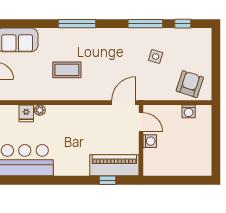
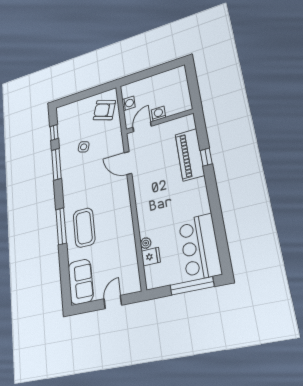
coffee table: (67, 70) -> (84, 228), moved, width x1.36, depth x1.32
door: (141, 122) -> (142, 127), moved
wall: (141, 140) -> (159, 122), moved
washing machine: (150, 141) -> (158, 114), moved

